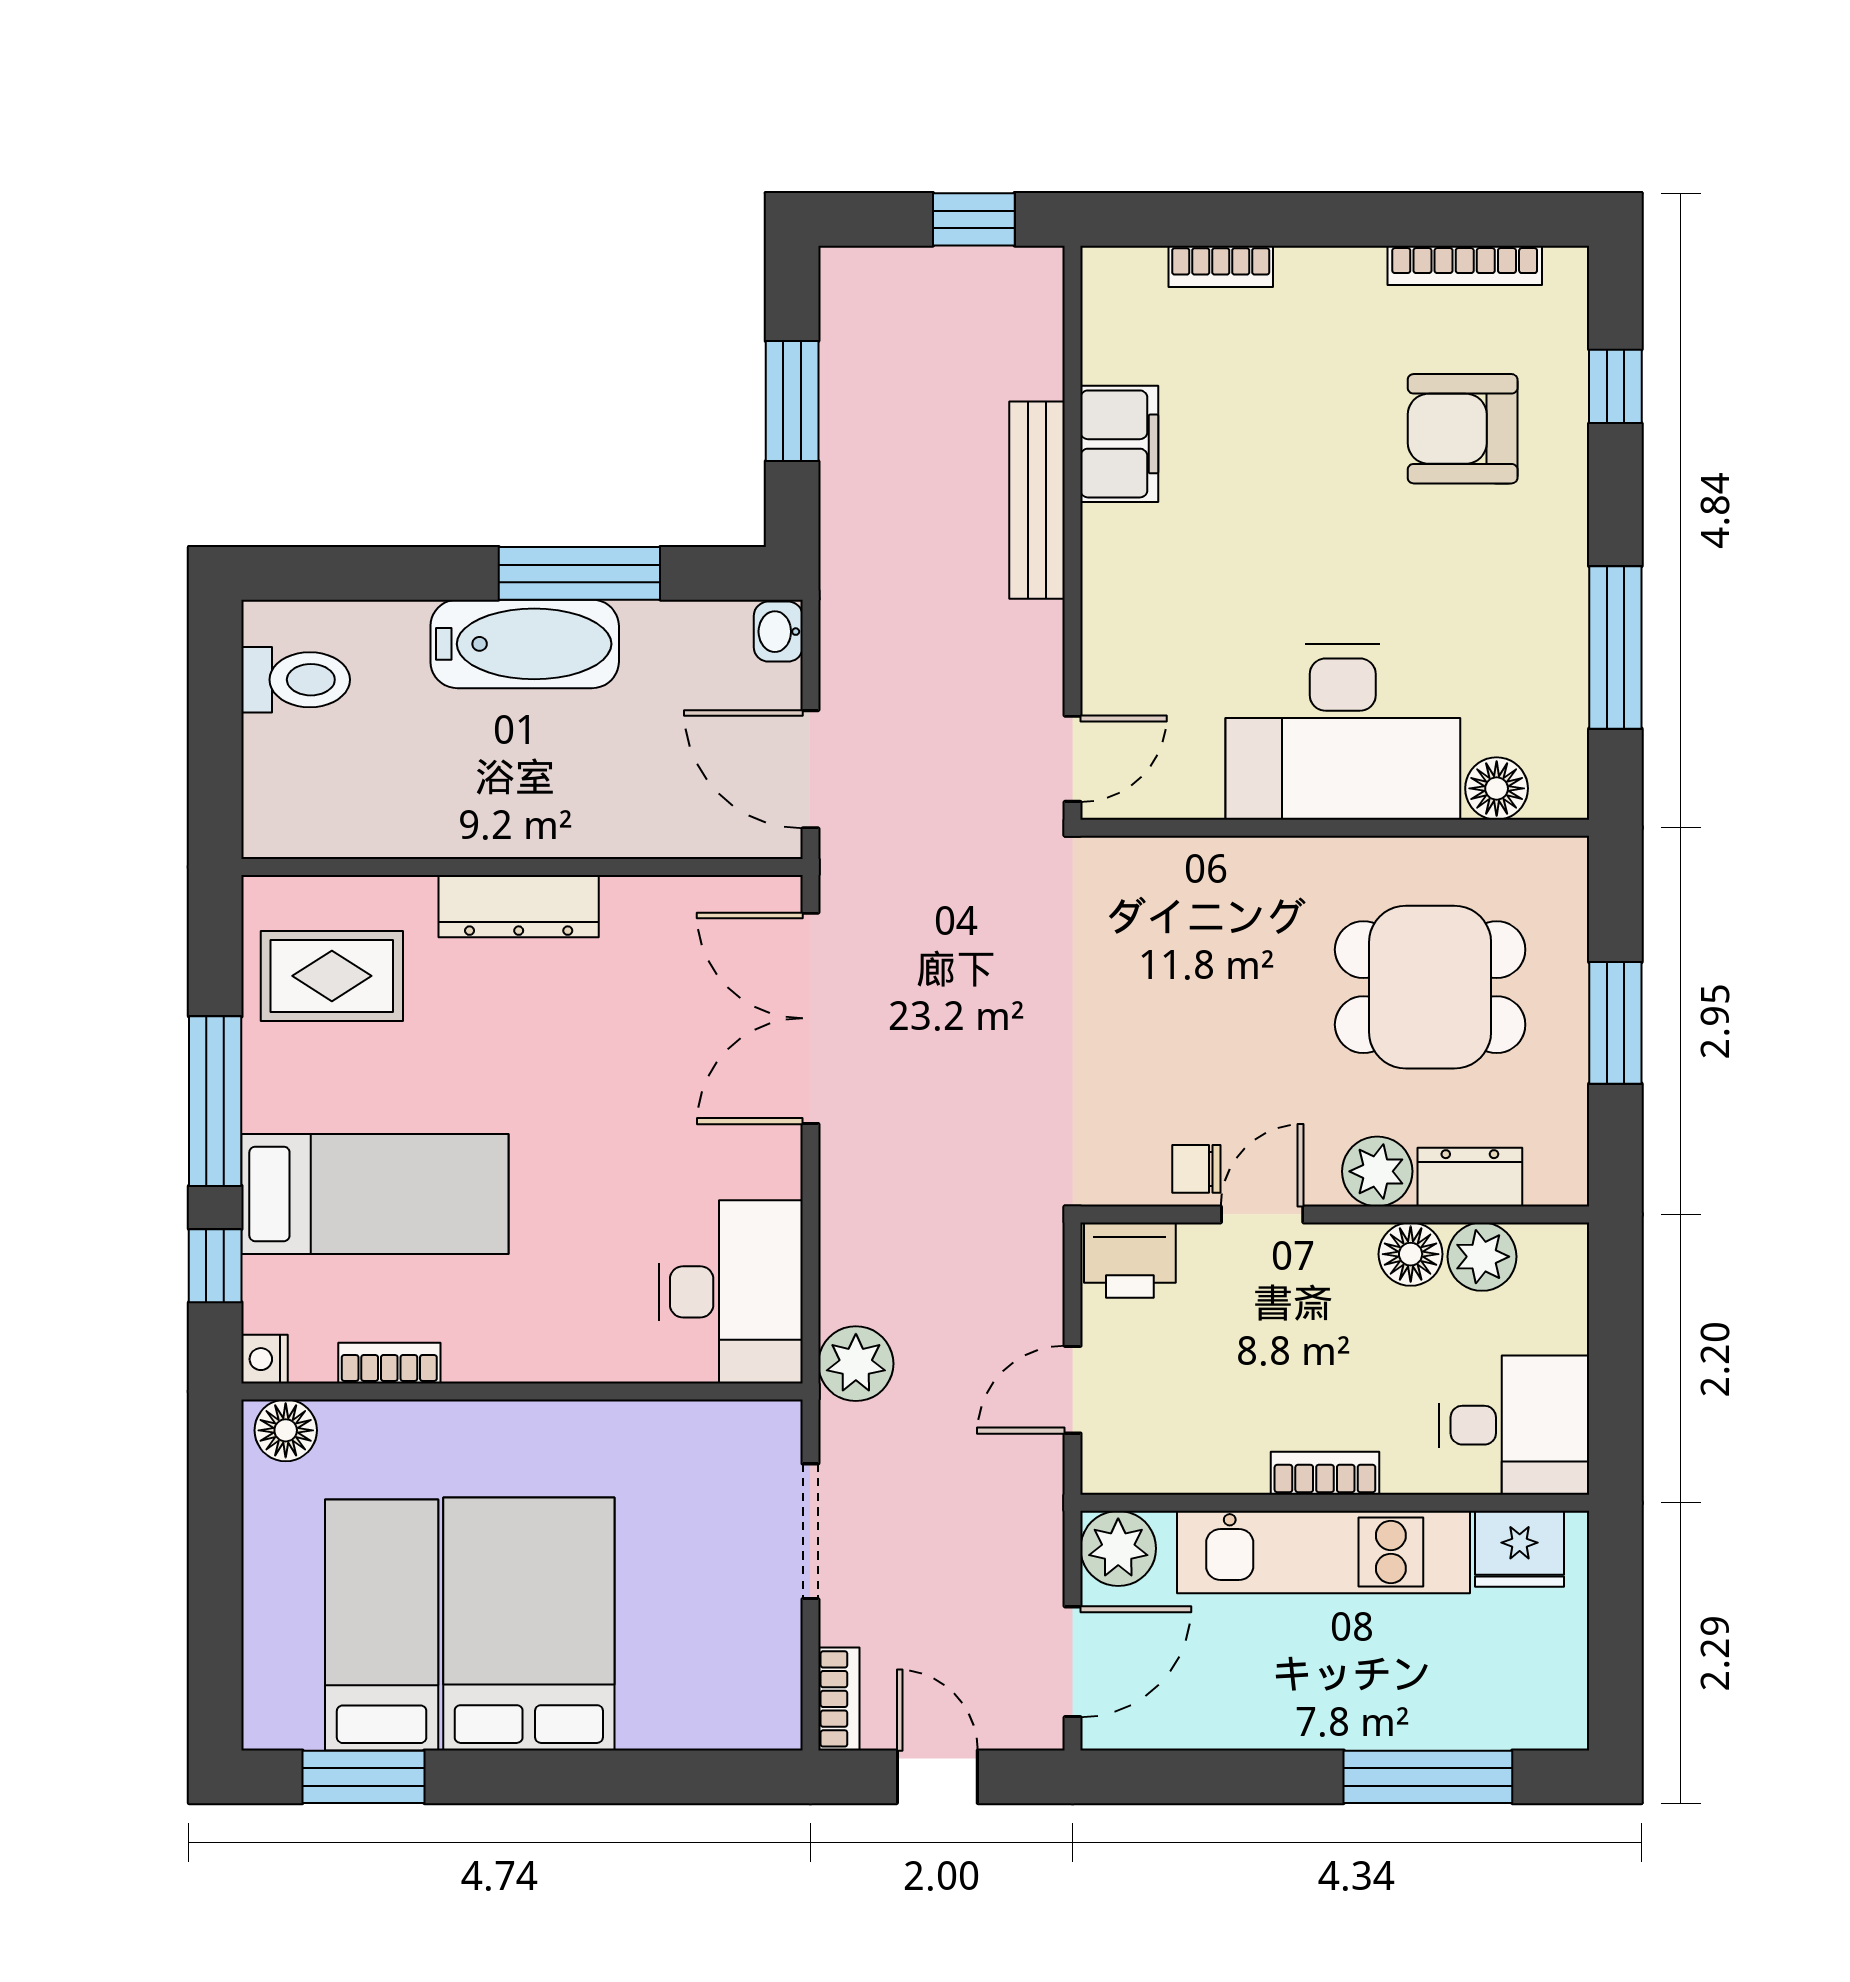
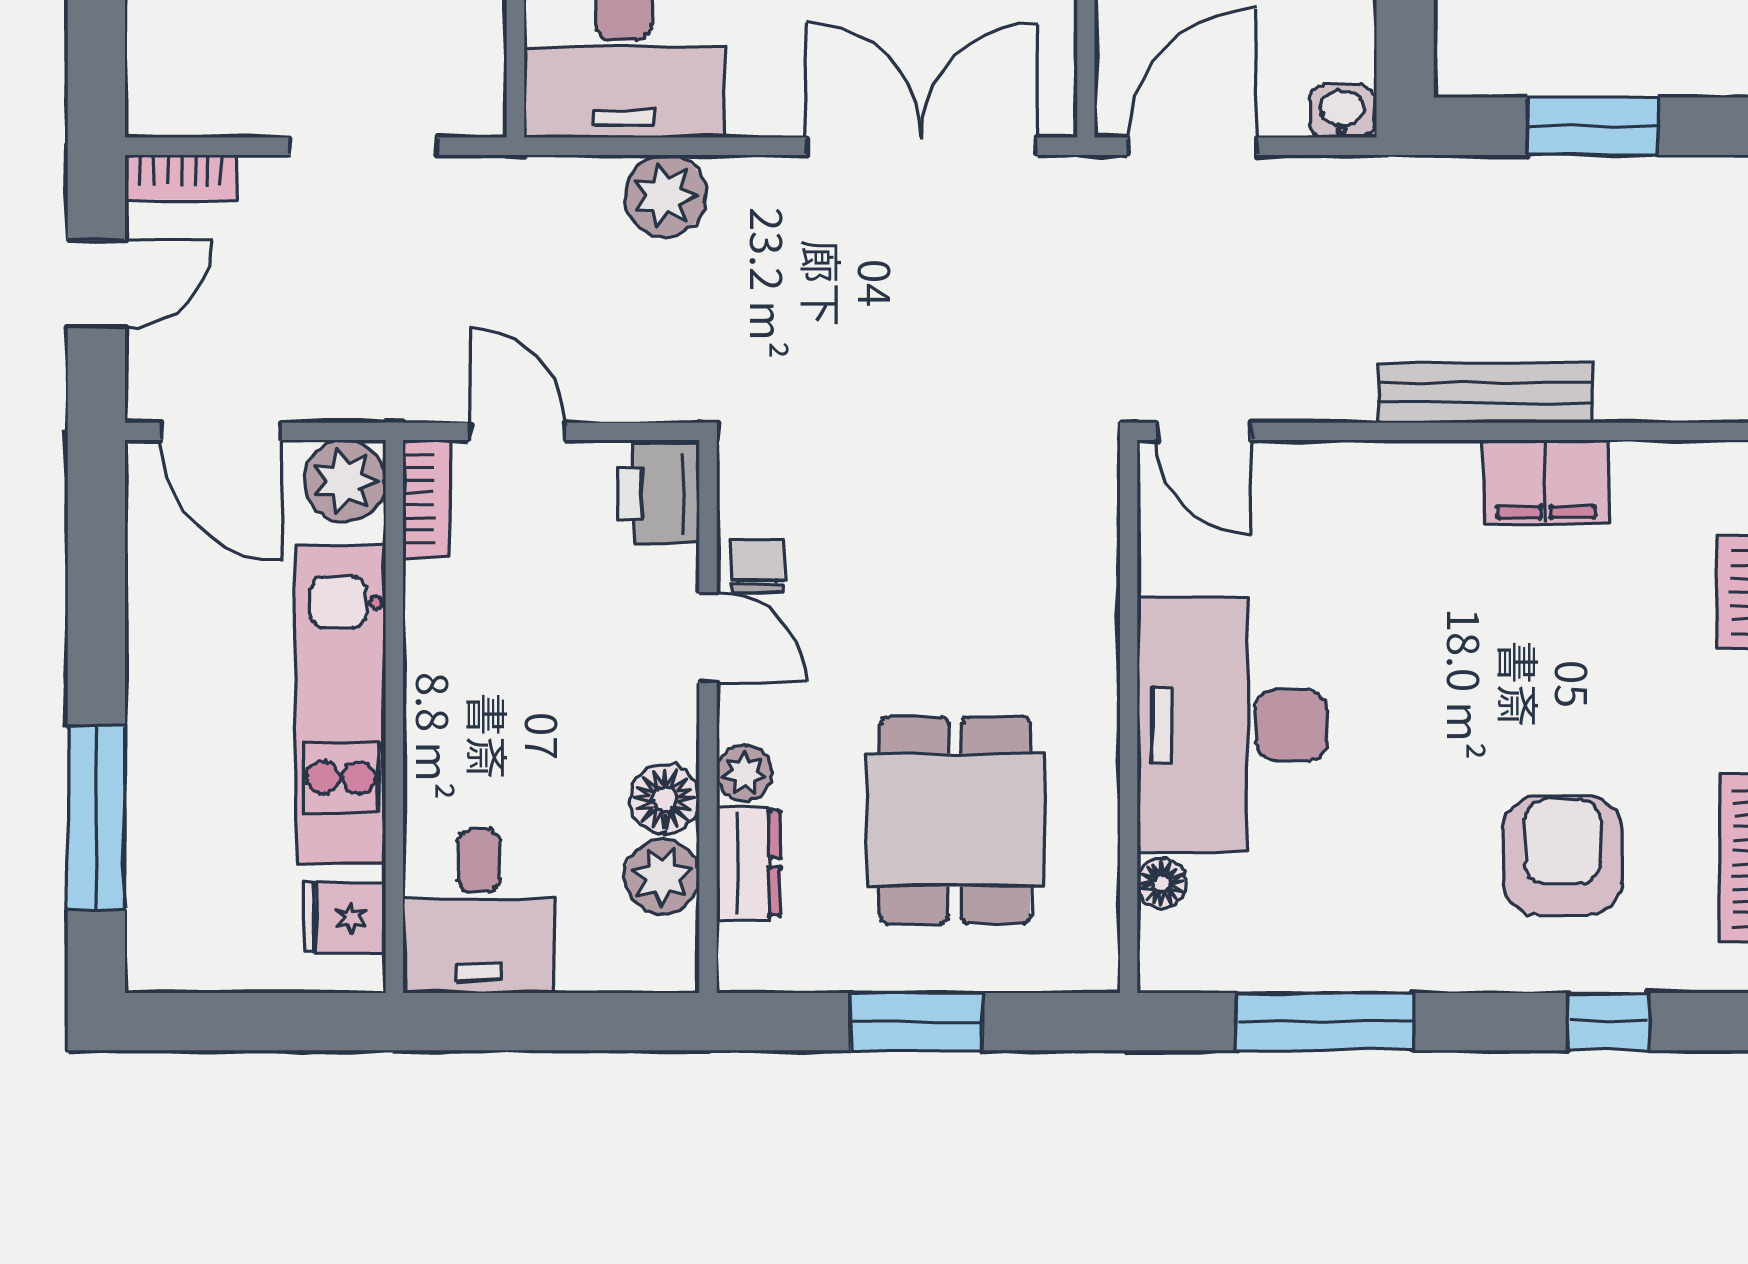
floor lamp: (1497, 788) -> (1162, 883), width x0.73, depth x0.73
plant: (1377, 1171) -> (744, 773), width x0.73, depth x0.73
plant: (856, 1364) -> (665, 196), moved
bookcase: (1325, 1473) -> (426, 499), moved
fridge: (1520, 1549) -> (344, 917), width x0.72

